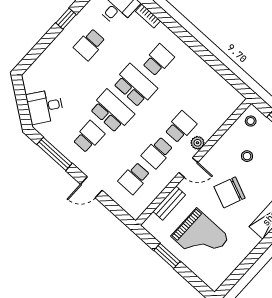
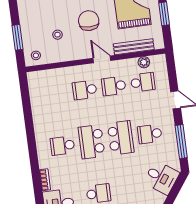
school desk: (112, 111) -> (121, 138), turned 180
plant: (198, 143) -> (144, 62), moved
school desk: (157, 153) -> (114, 86), turned 180
chair: (230, 192) -> (89, 21), turned -113
bench: (169, 203) -> (134, 47), width x1.36

